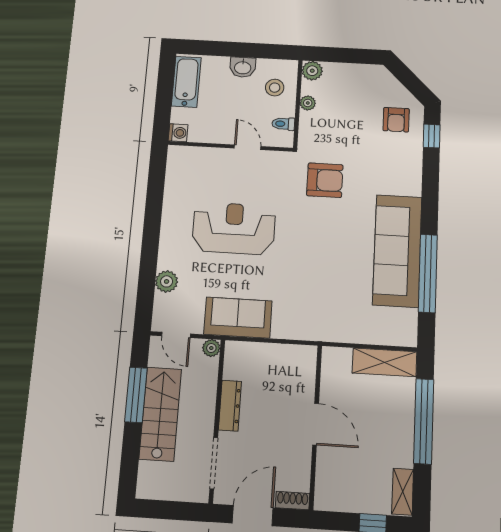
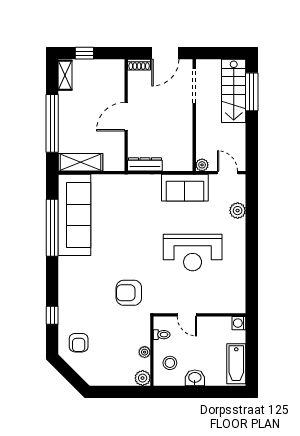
armchair: (396, 120) -> (79, 343), turned 180
window: (432, 136) -> (52, 315), moved
sofa: (397, 251) -> (74, 215), moved
window: (136, 395) -> (252, 92), moved
dresser: (230, 406) -> (145, 164), moved, turned 90
stairs: (160, 414) -> (234, 91), moved
door: (316, 424) -> (126, 117), hinge flipped

